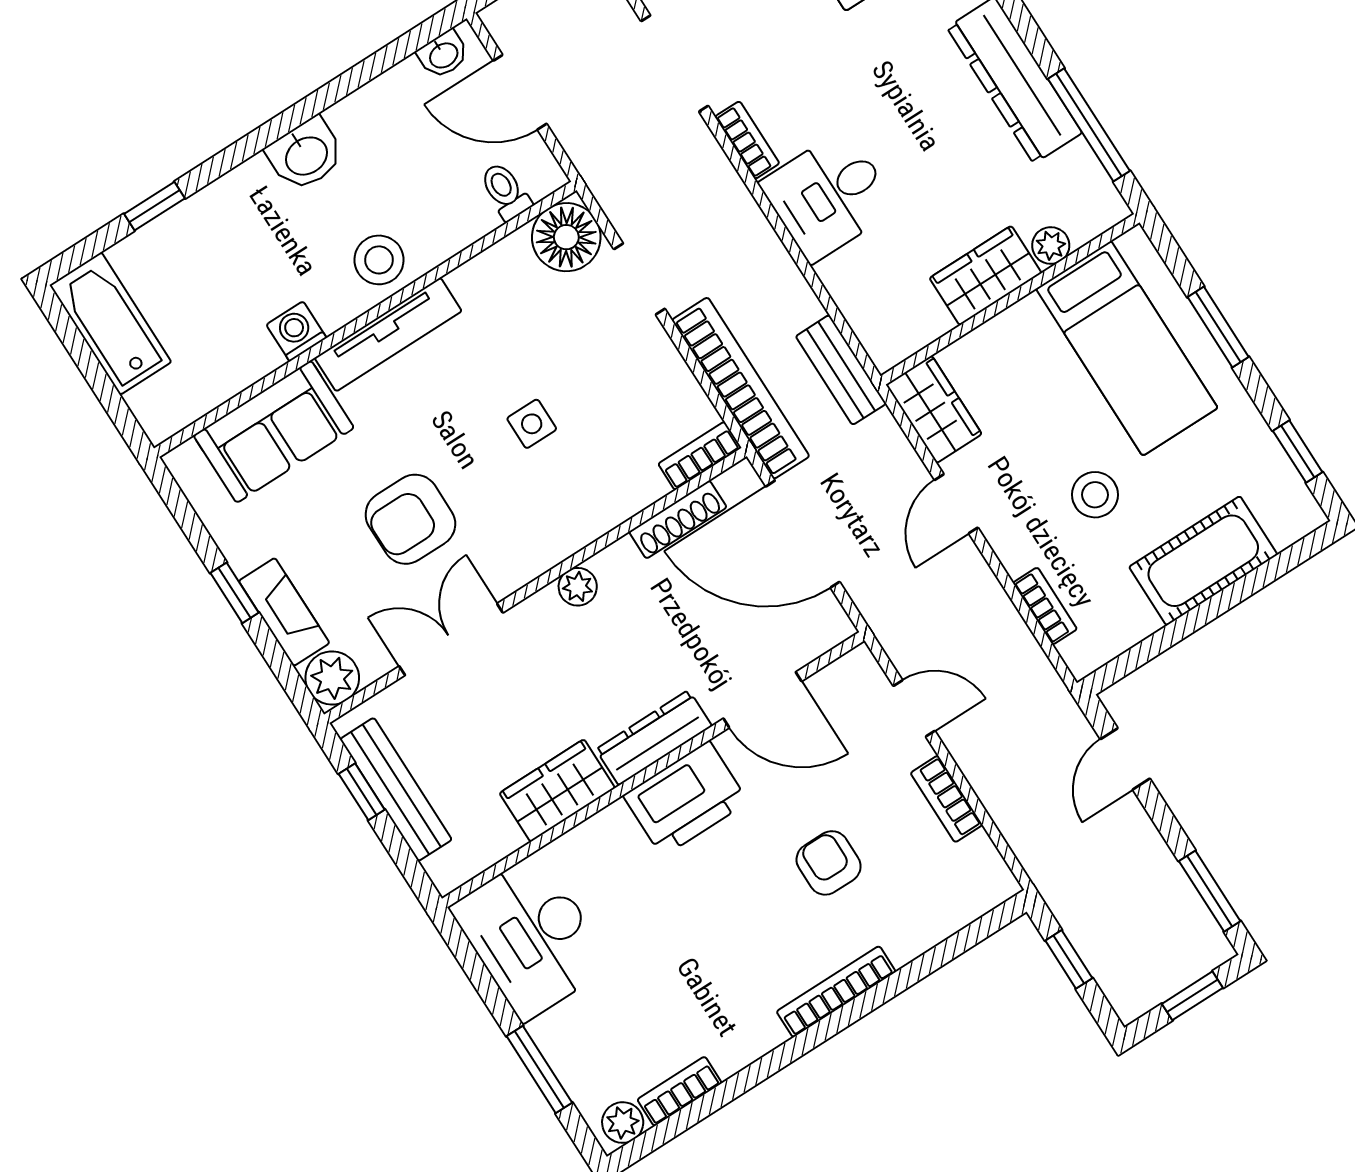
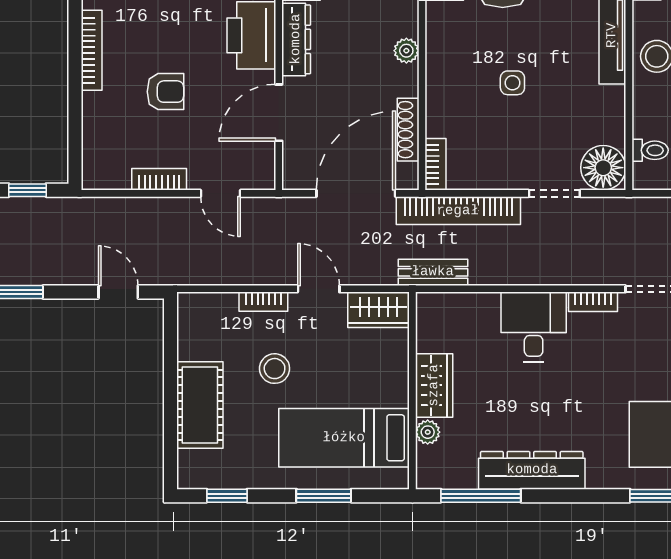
bookcase: (1045, 606) -> (263, 302), moved
door: (914, 708) -> (220, 193), hinge flipped

